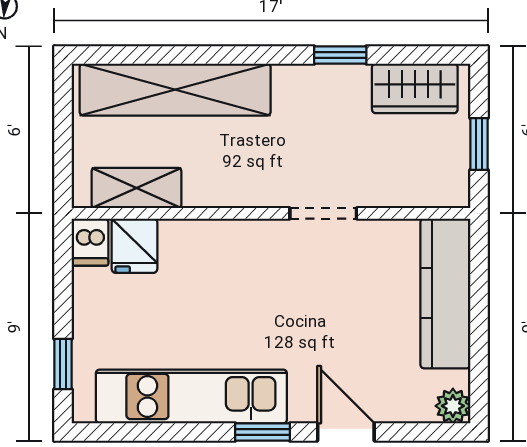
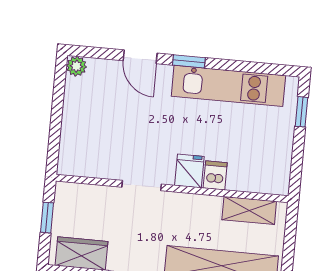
dishwasher: (90, 242) -> (215, 175), moved
fridge: (135, 246) -> (189, 171), moved
kitchen counter: (445, 293) -> (75, 132), removed

